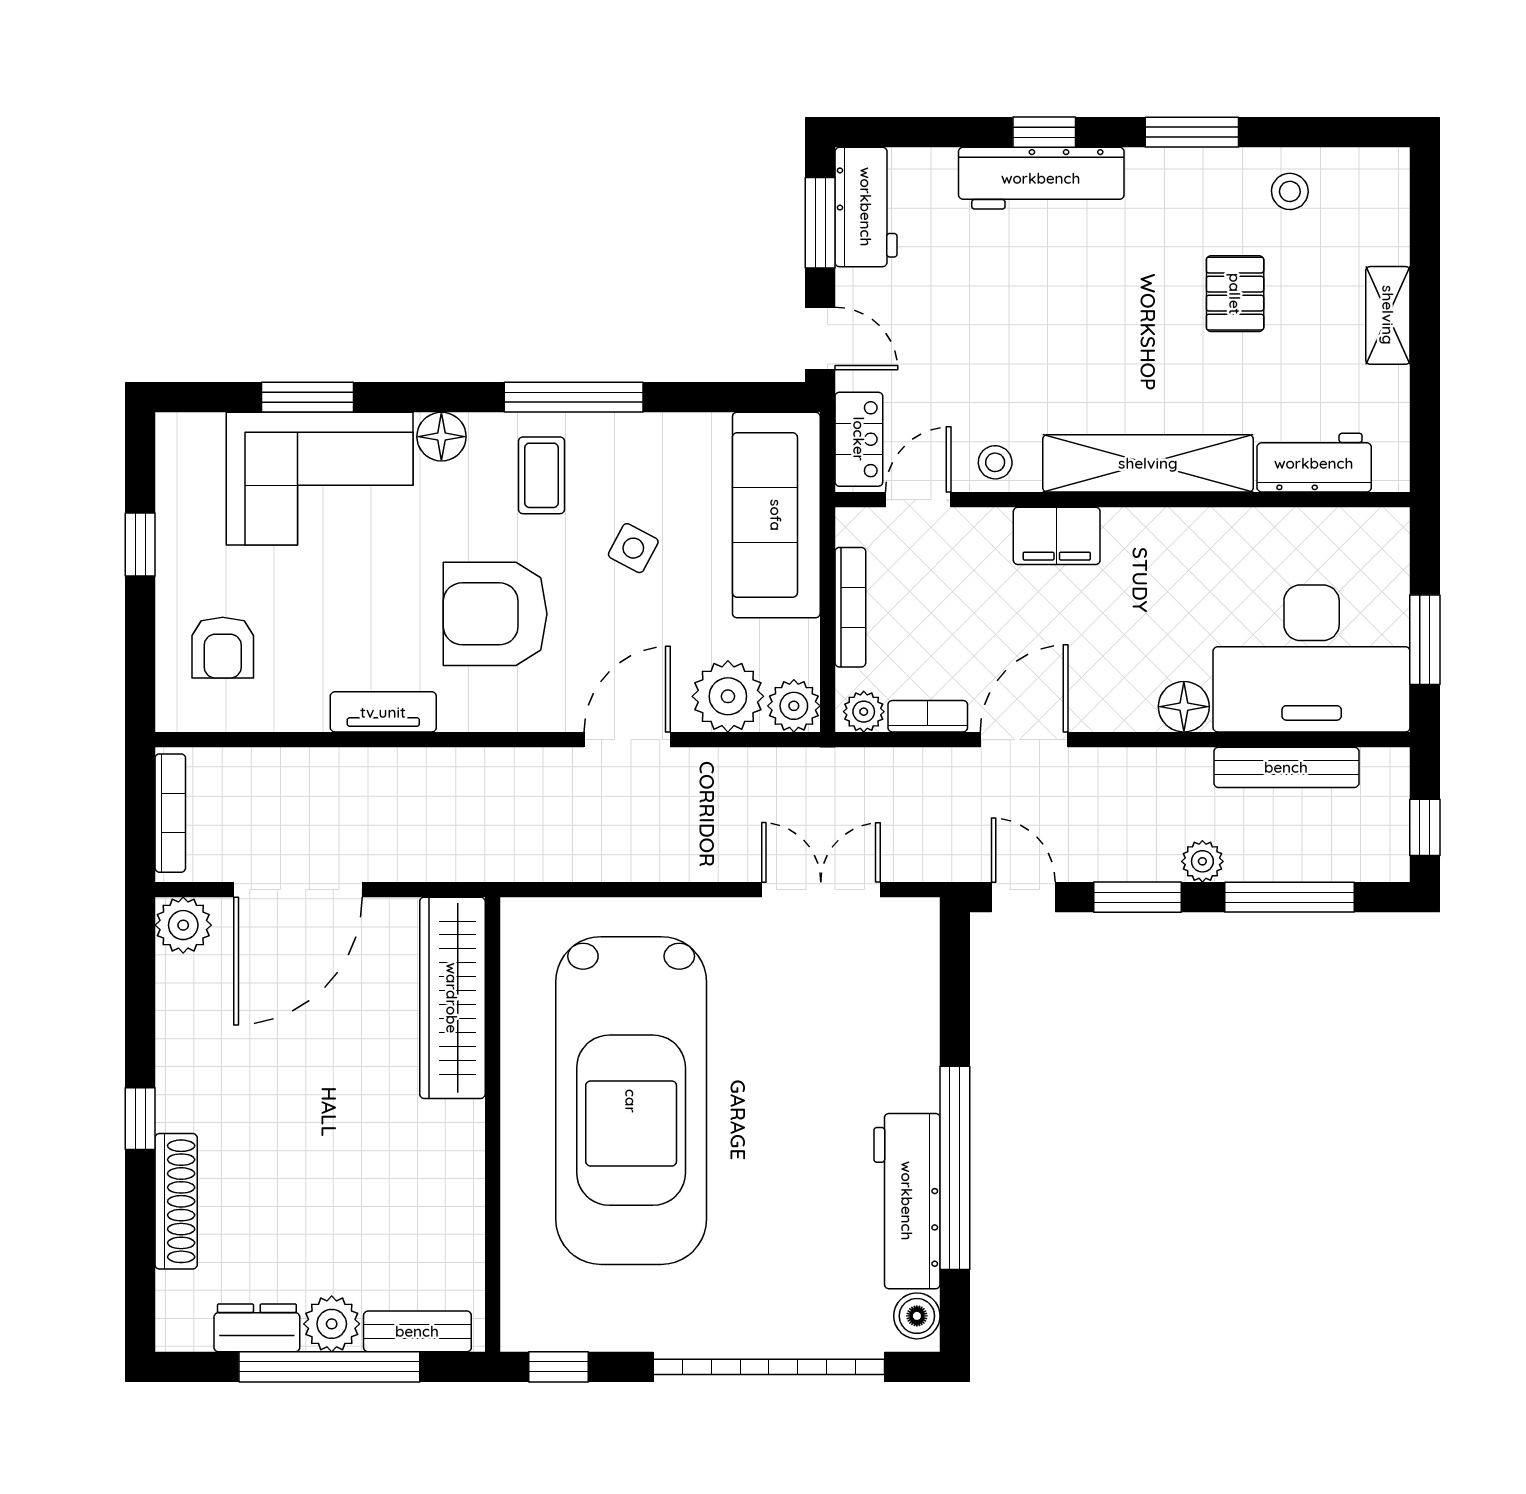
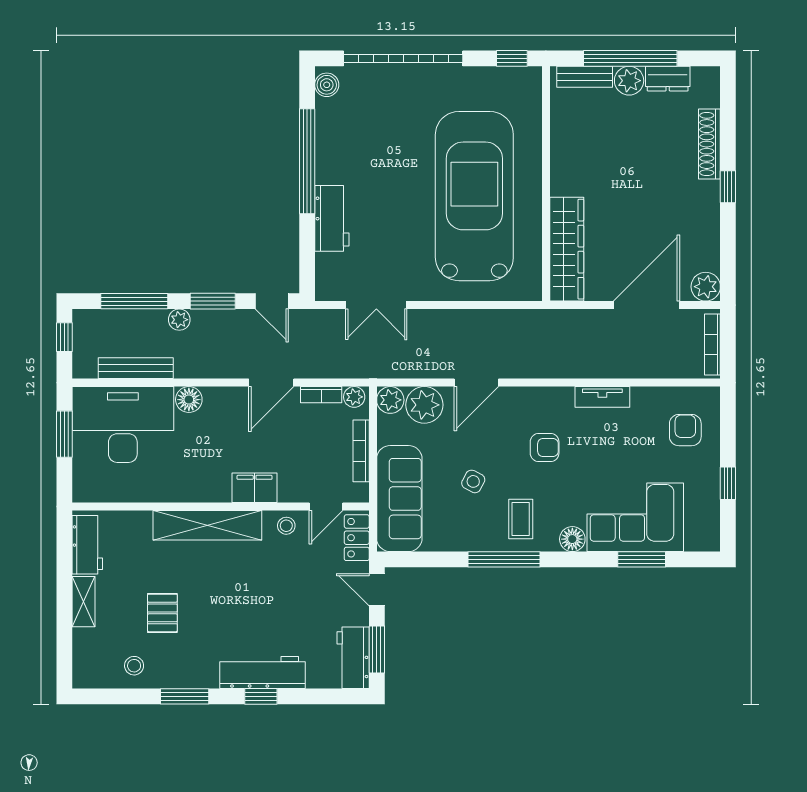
workbench: (1314, 463) -> (87, 545), moved, turned -90
armchair: (495, 614) -> (545, 448), width x0.53, depth x0.53
workbench: (907, 1201) -> (332, 218), moved, width x0.73

